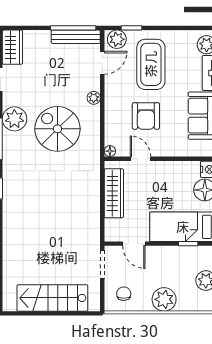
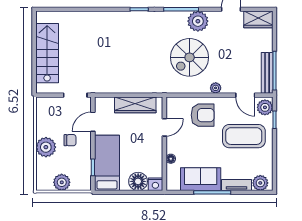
armchair: (146, 116) -> (203, 115), moved, turned 180
spiral stairs: (57, 129) -> (190, 57), turned 180
floor lamp: (110, 151) -> (171, 159), moved
chair: (124, 294) -> (70, 140), moved

